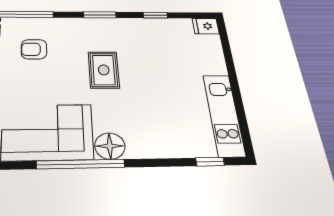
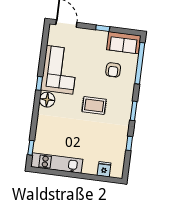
fridge: (206, 26) -> (104, 169), moved
armchair: (34, 49) -> (113, 70), turned 180
window: (81, 164) -> (39, 83), width x0.32

